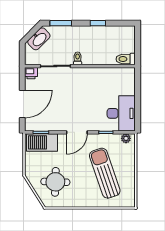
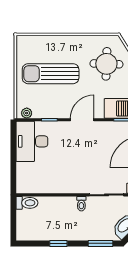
sun lounger: (105, 173) -> (51, 74), turned 109

